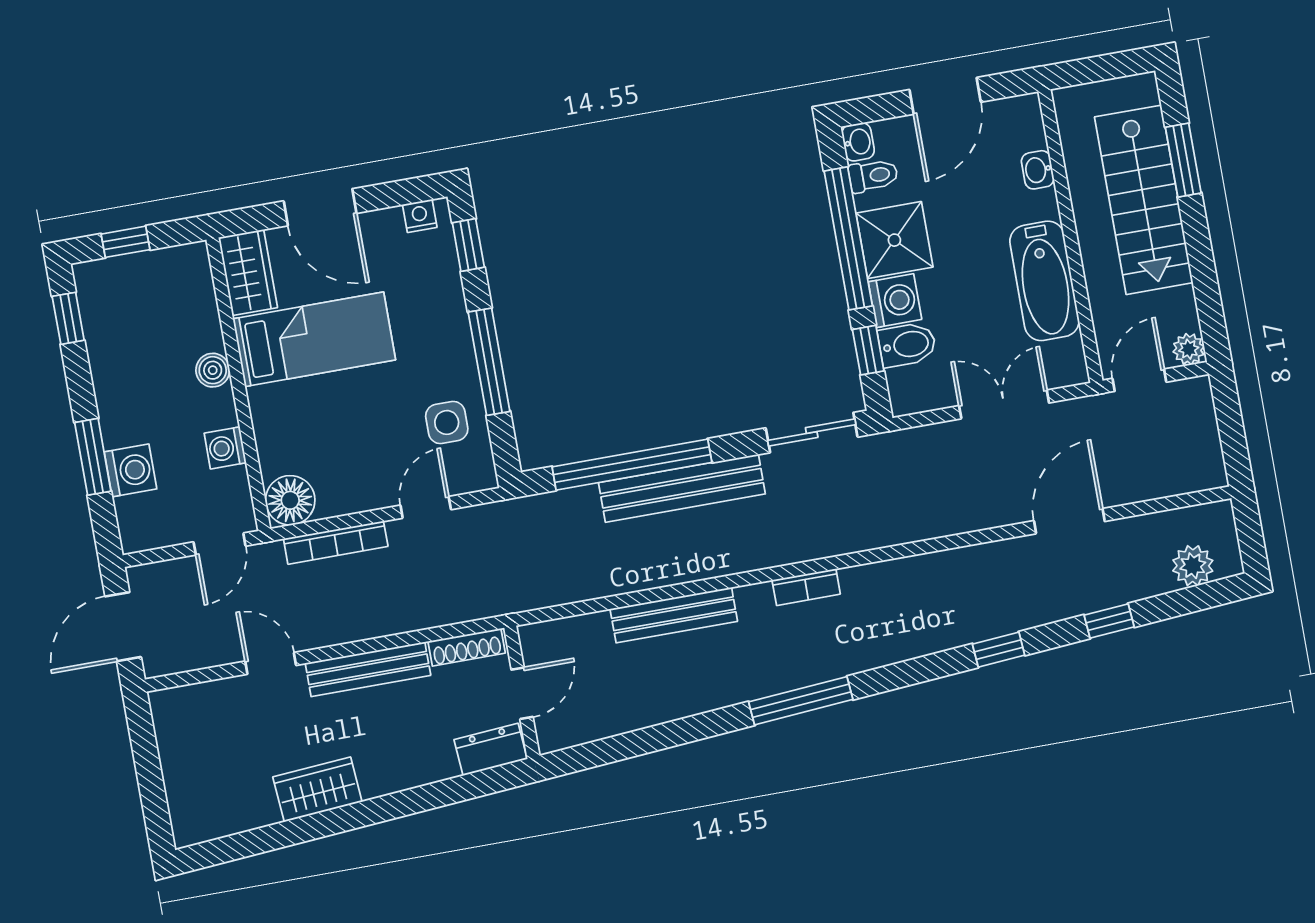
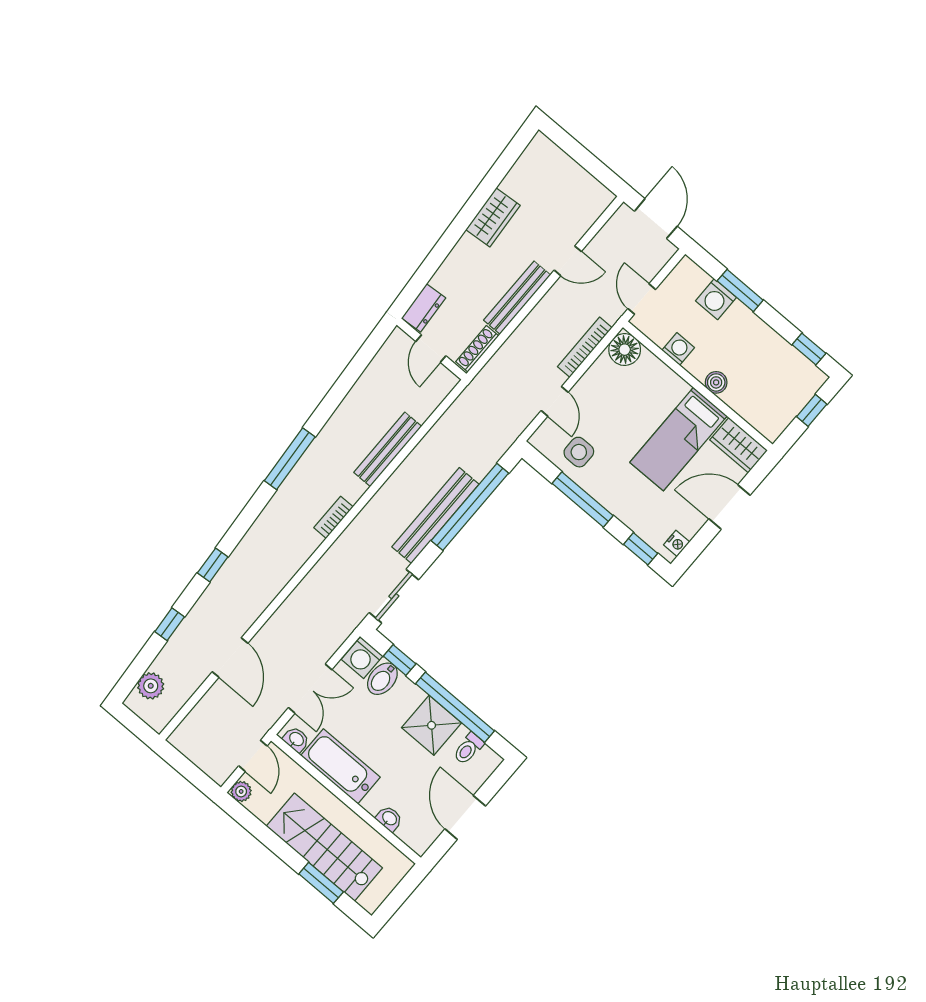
washbasin: (858, 142) -> (296, 739), moved, turned 180
washing machine: (895, 301) -> (362, 658), moved

